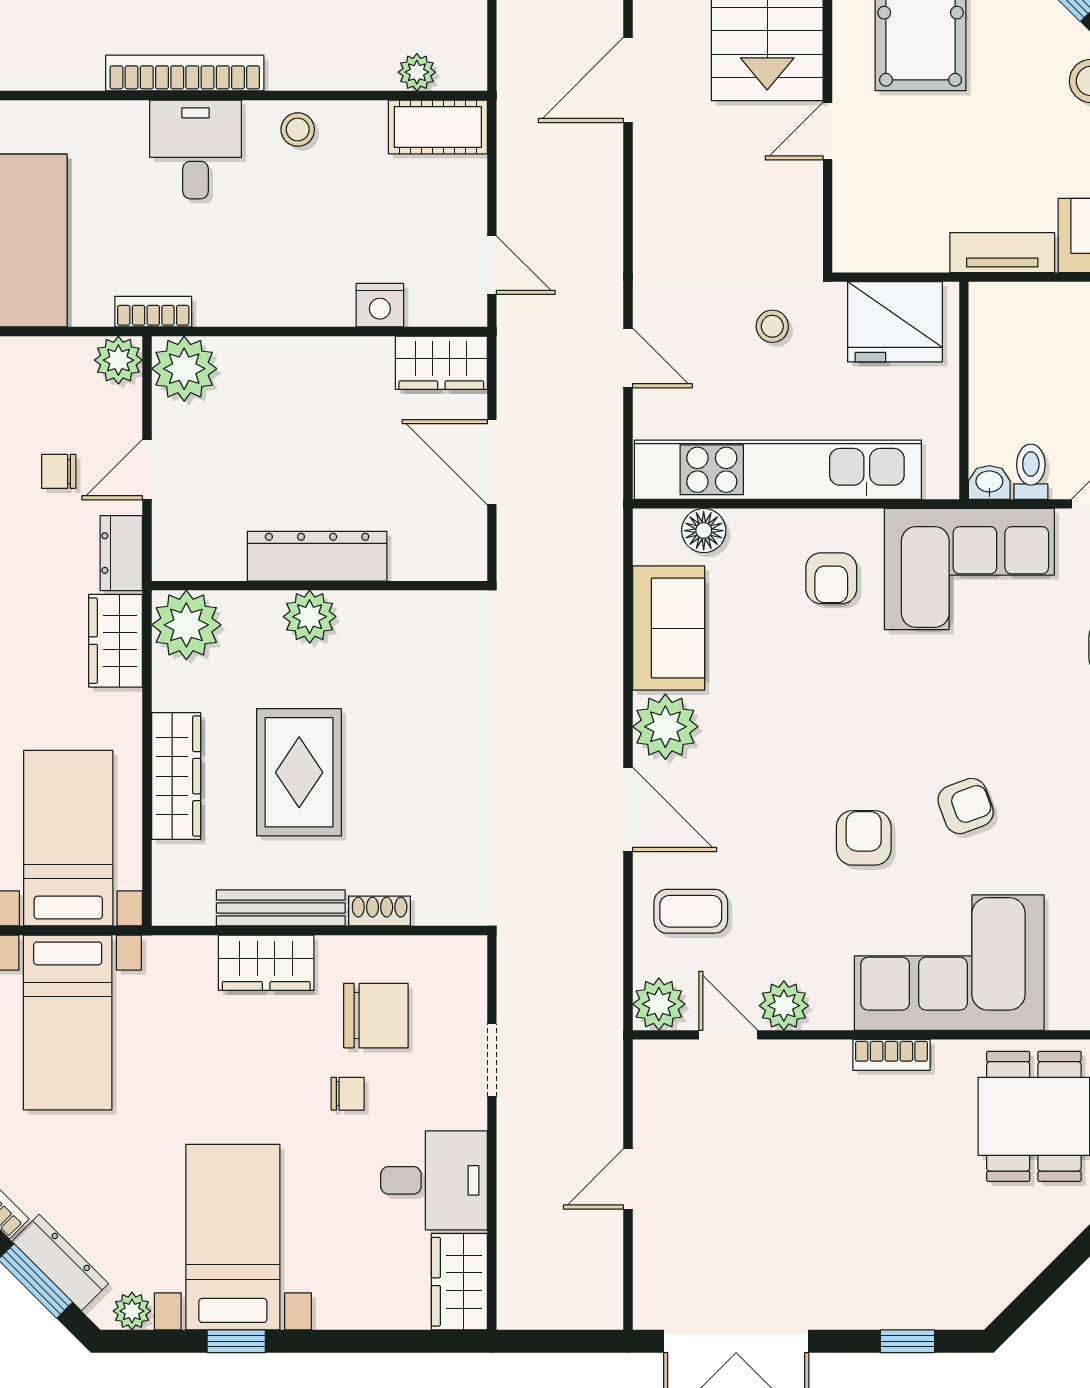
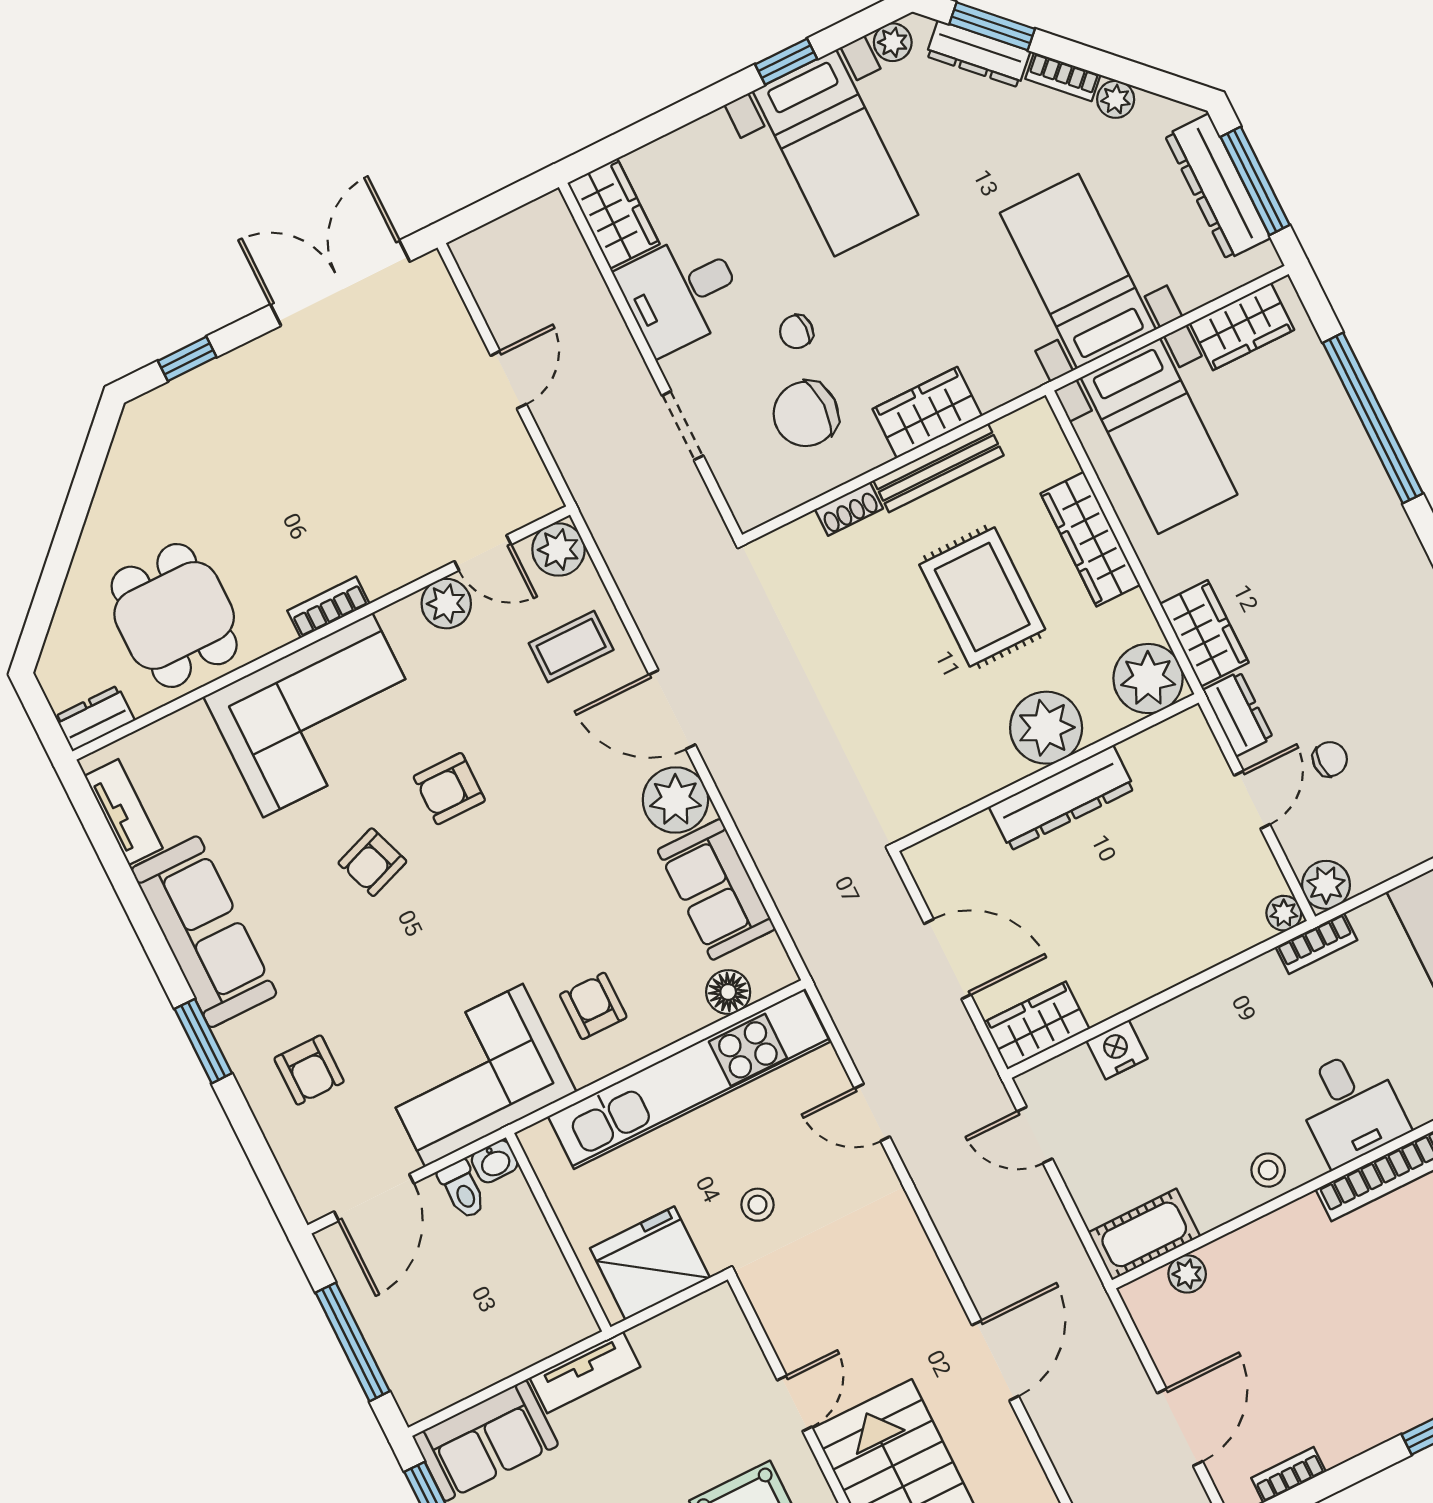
plant: (184, 369) -> (1284, 913), width x0.53, depth x0.53
plant: (310, 617) -> (1046, 728), width x1.36, depth x1.36
armchair: (864, 838) -> (449, 789), turned 90

